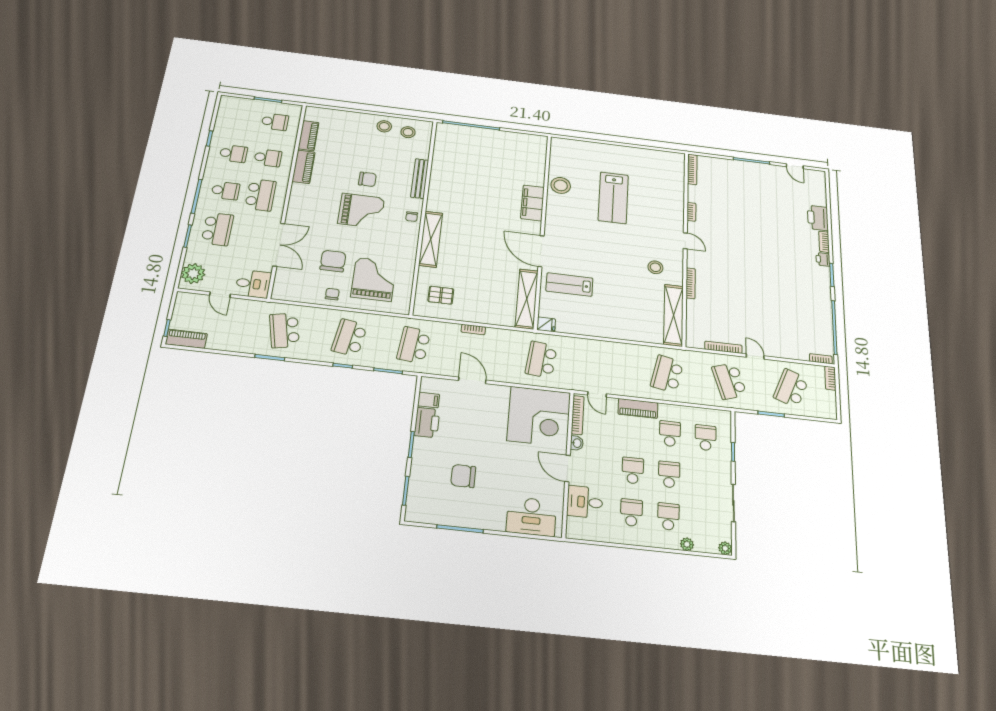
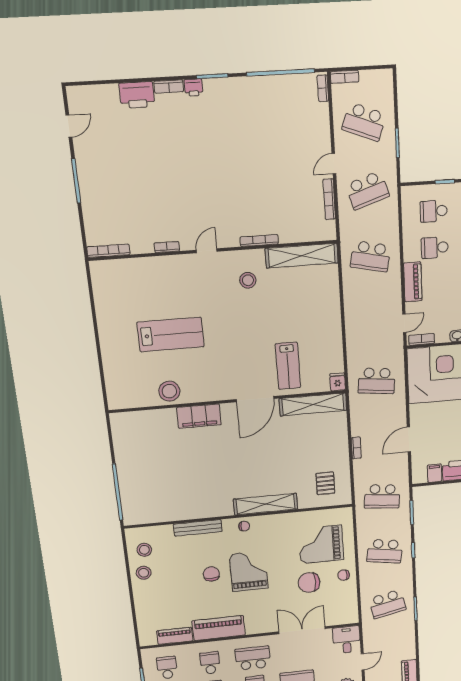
piano: (304, 167) -> (219, 628), width x1.37, depth x1.33
bookcase: (578, 415) -> (422, 339), width x0.64

